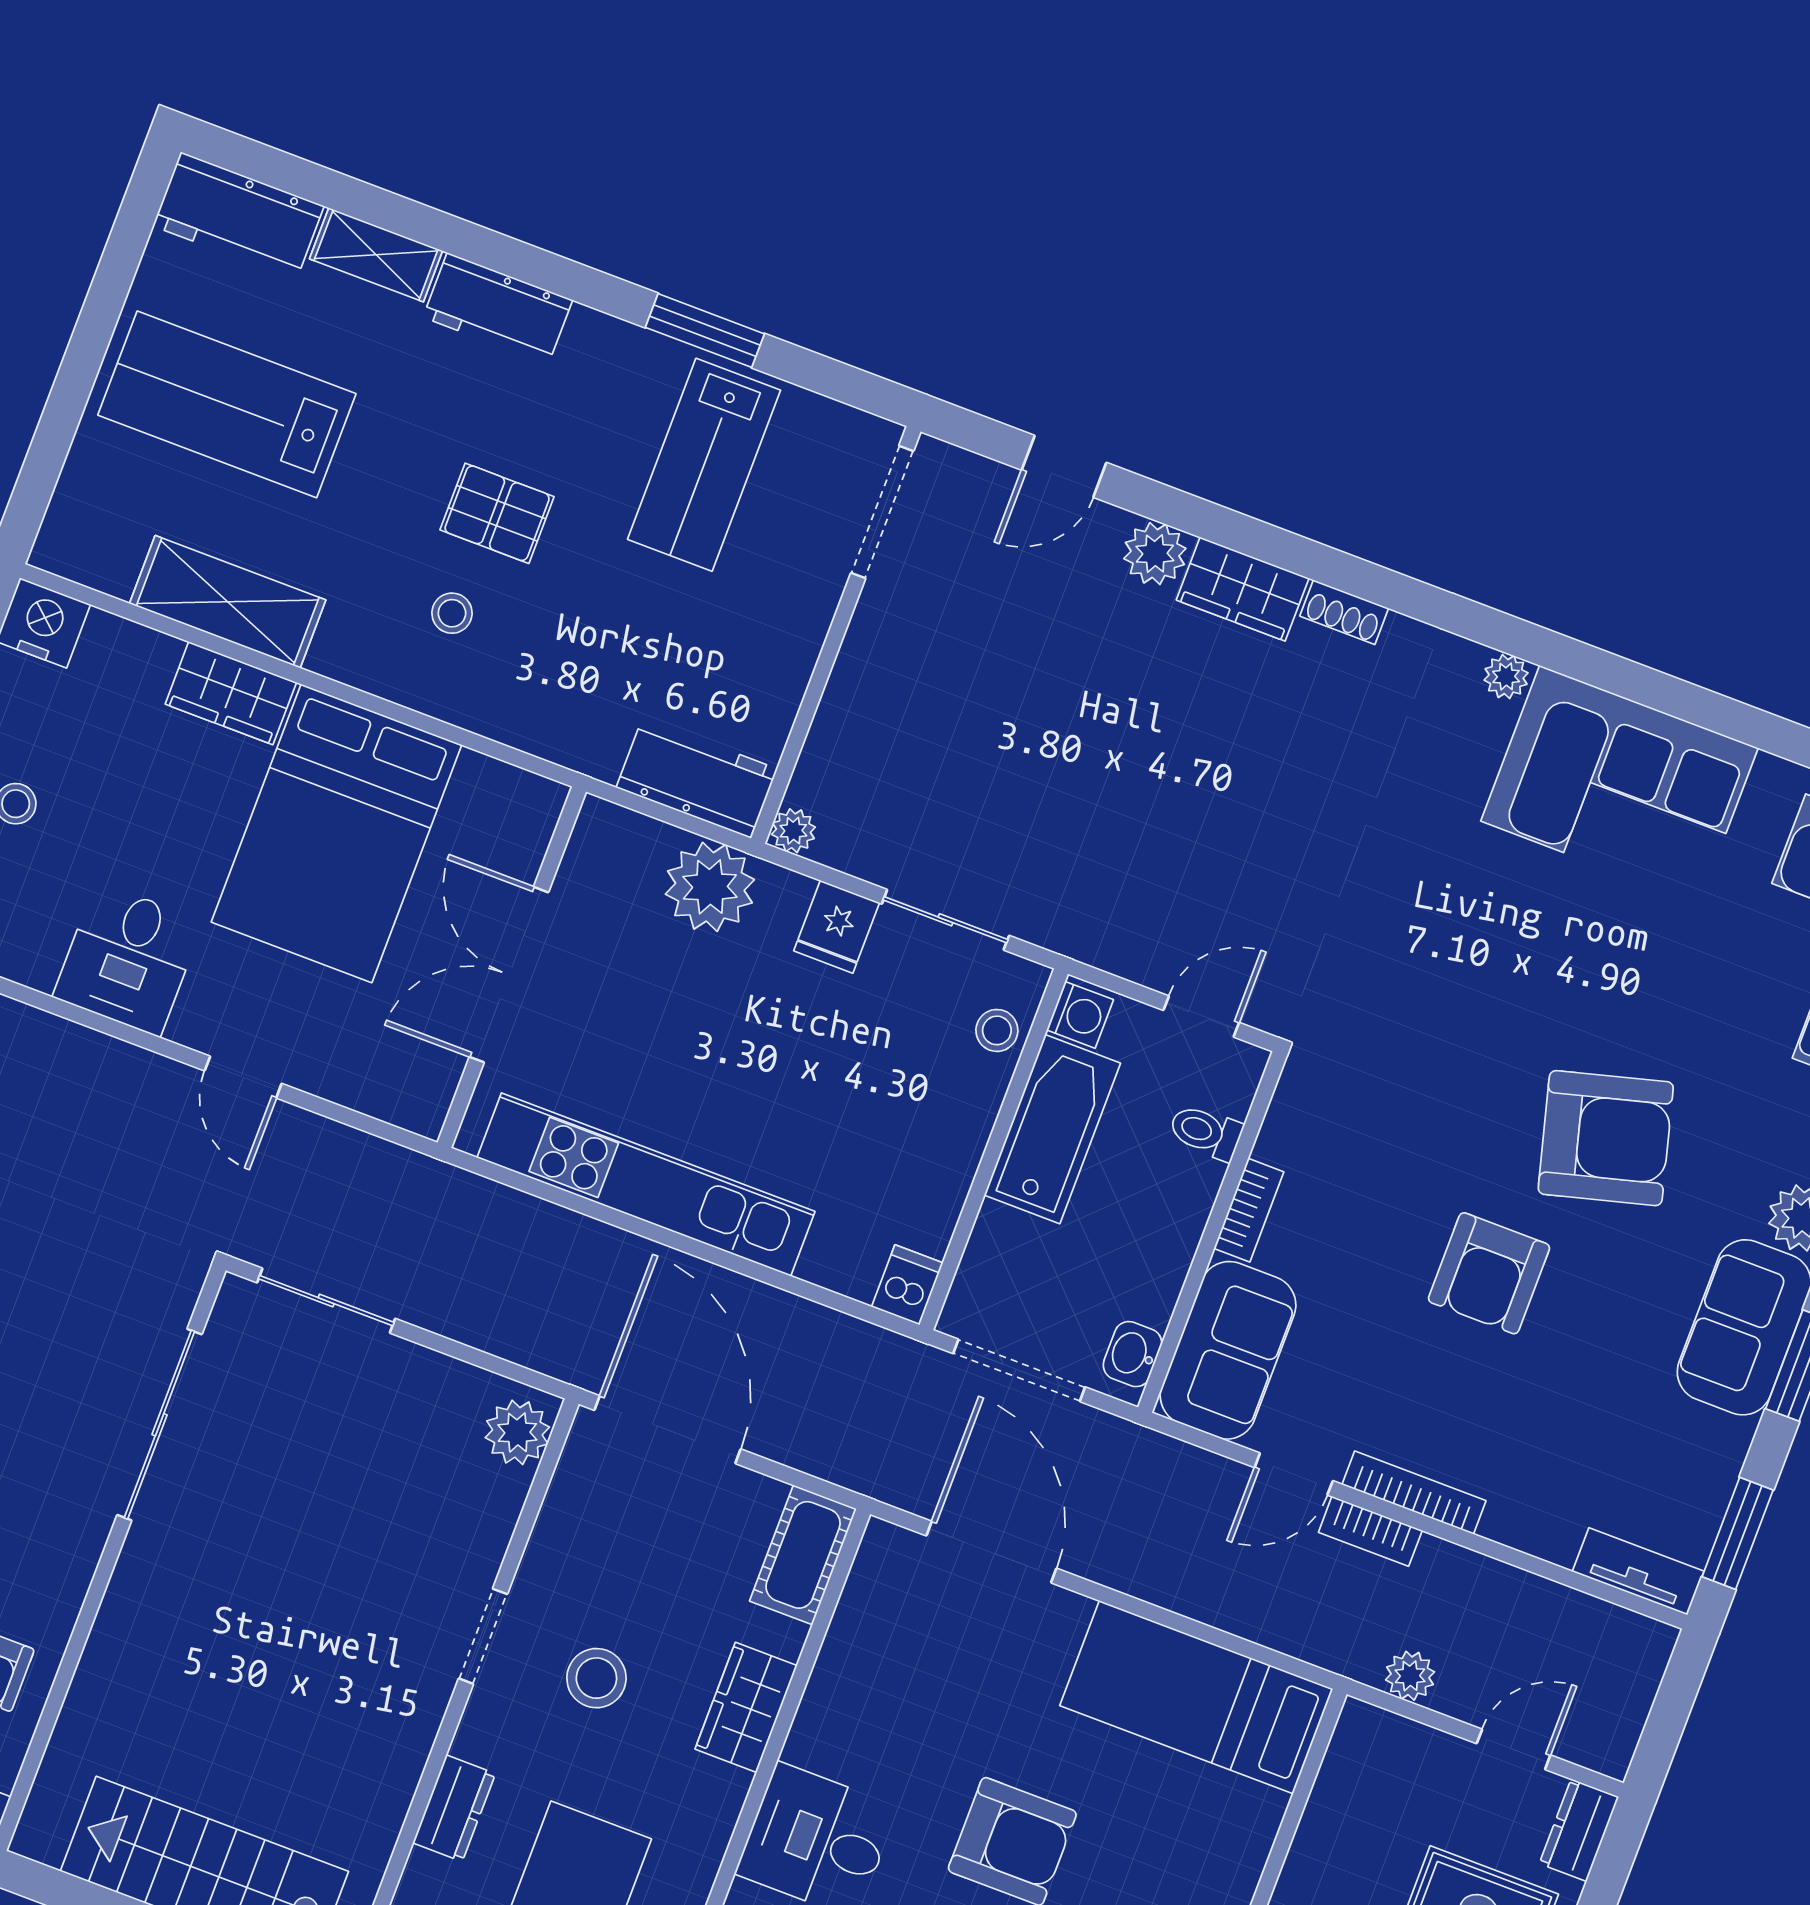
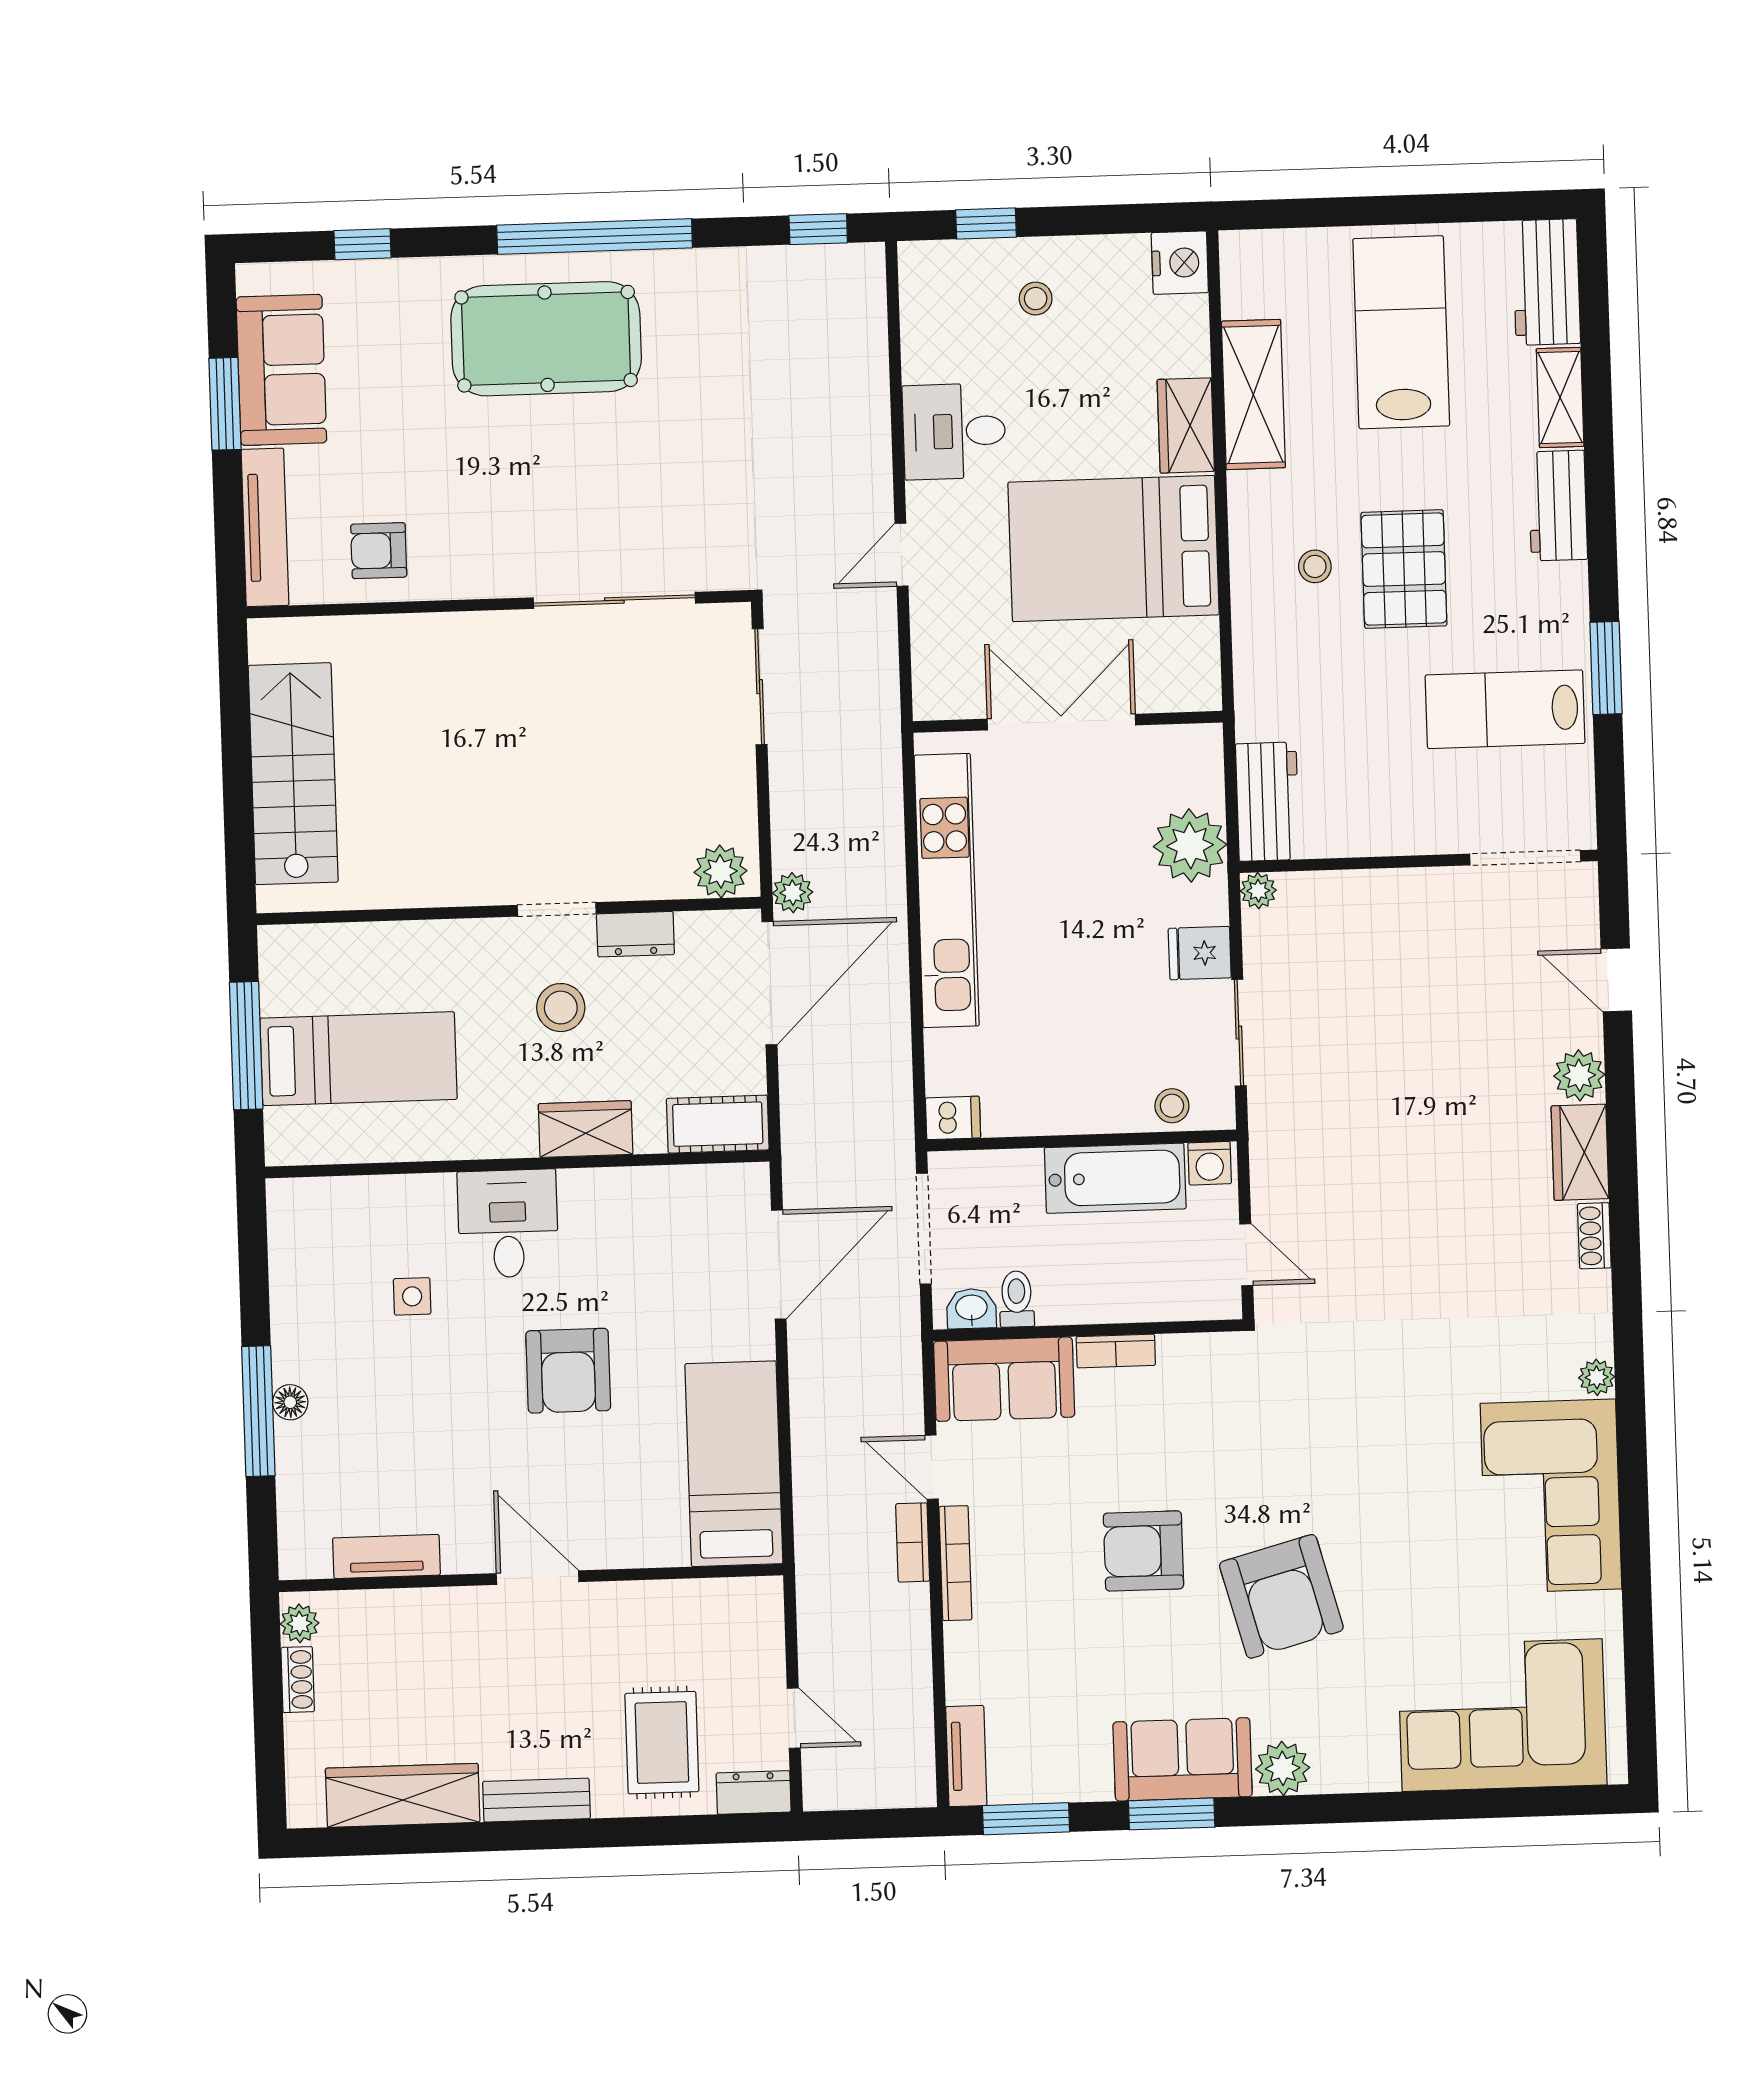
pallet: (497, 513) -> (1404, 569), width x1.50, depth x1.42
toilet: (1206, 1132) -> (1017, 1299), moved
plant: (1410, 1676) -> (793, 893), moved
dresser: (454, 1808) -> (635, 934), moved

